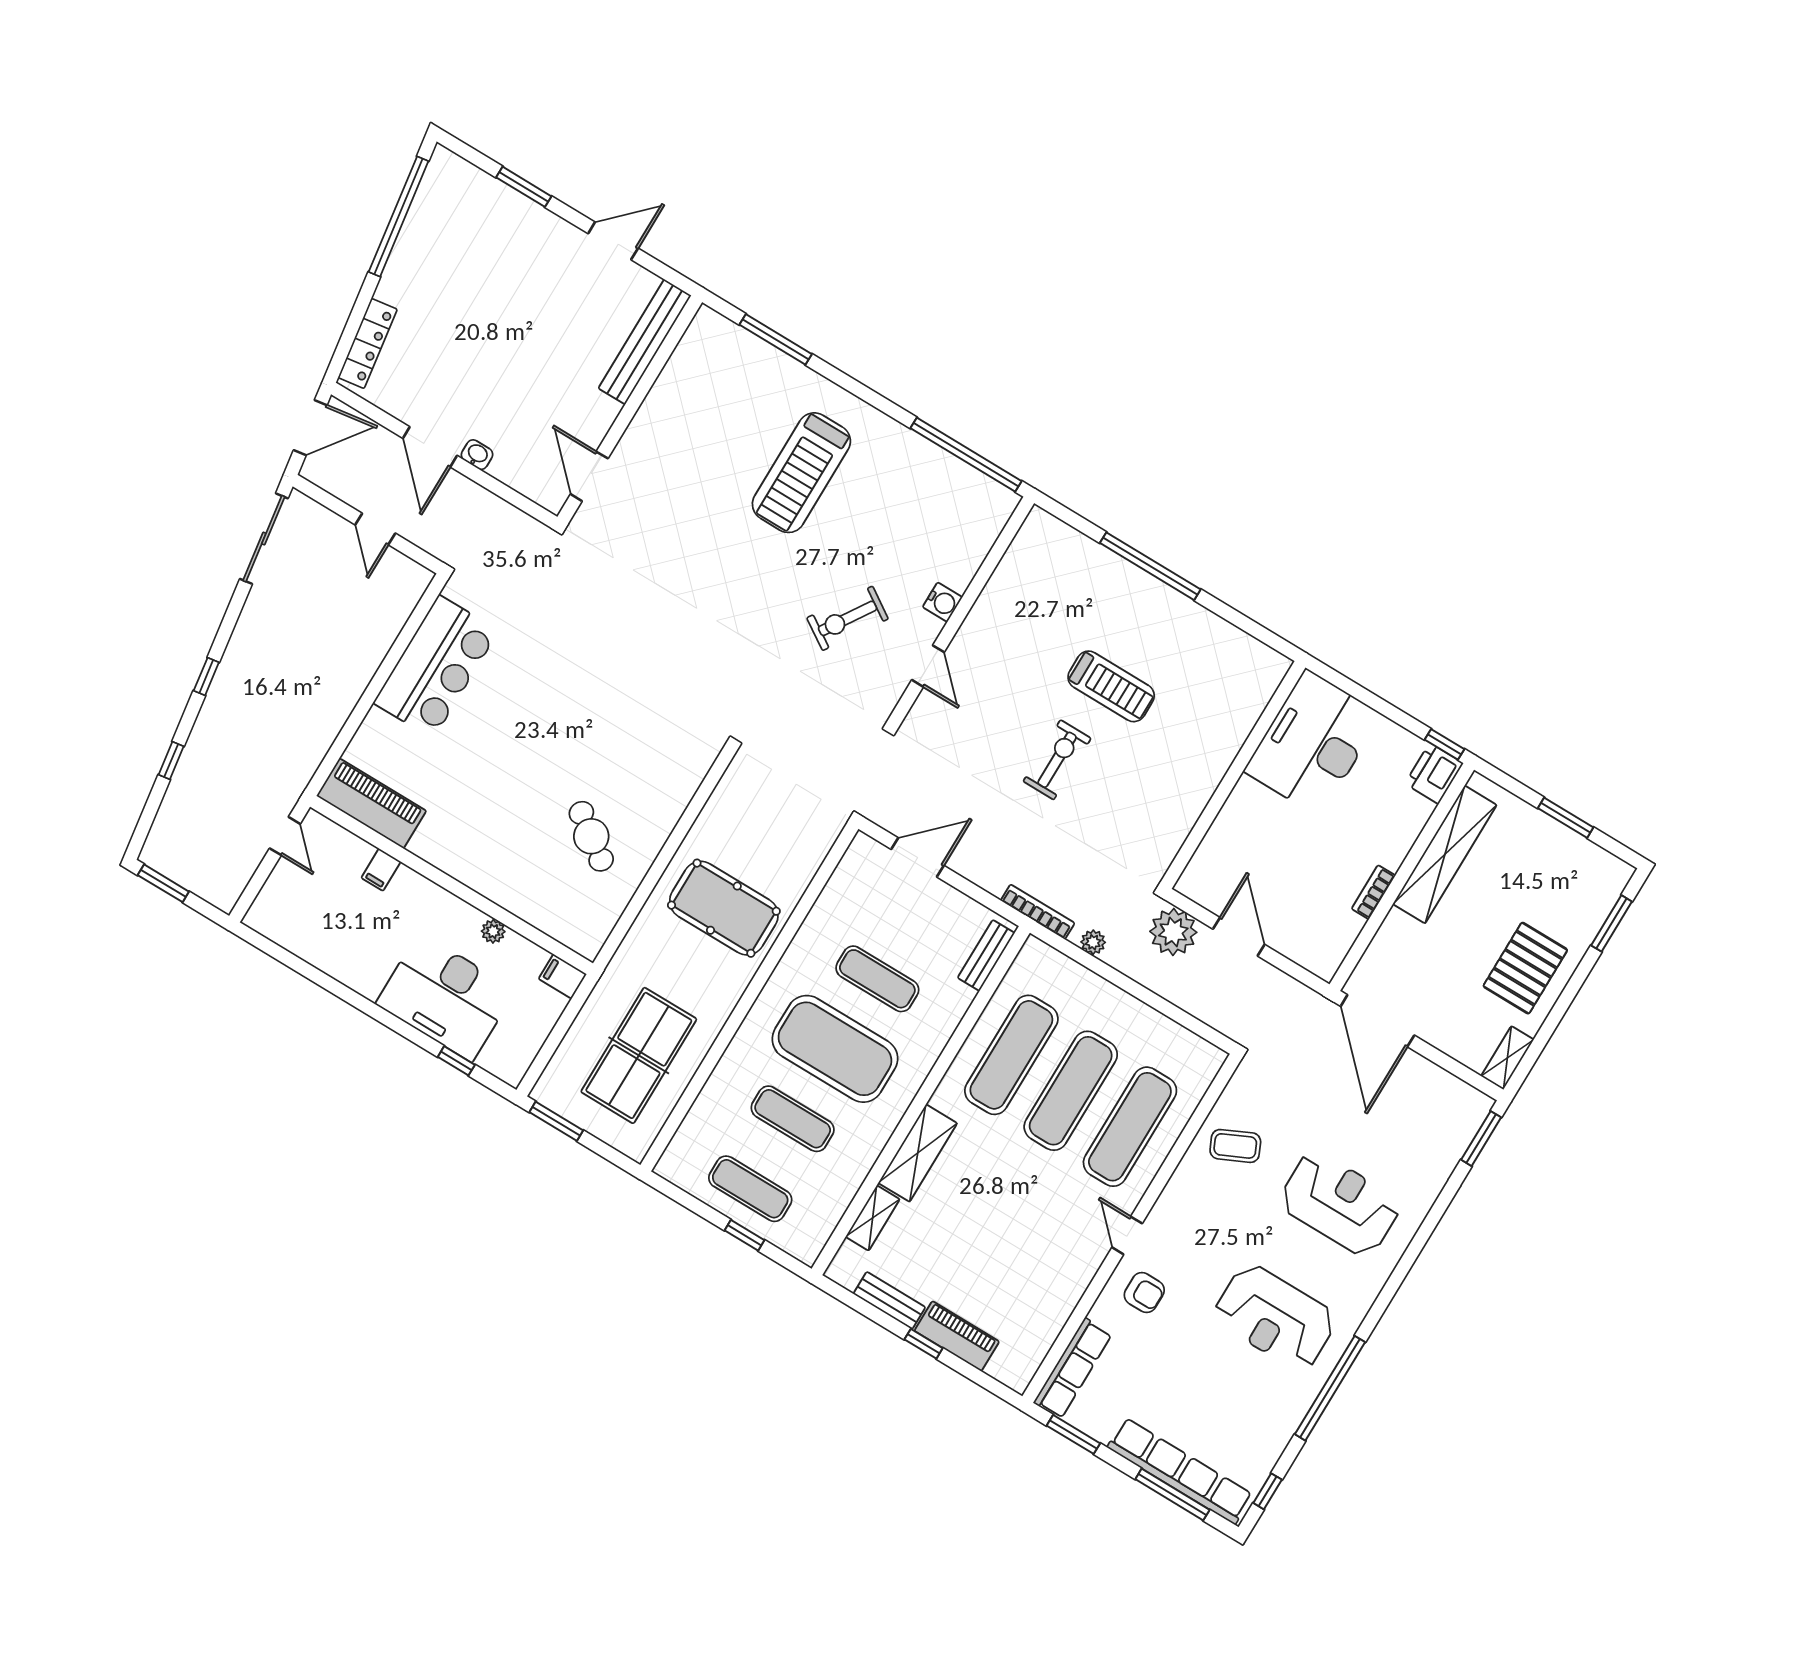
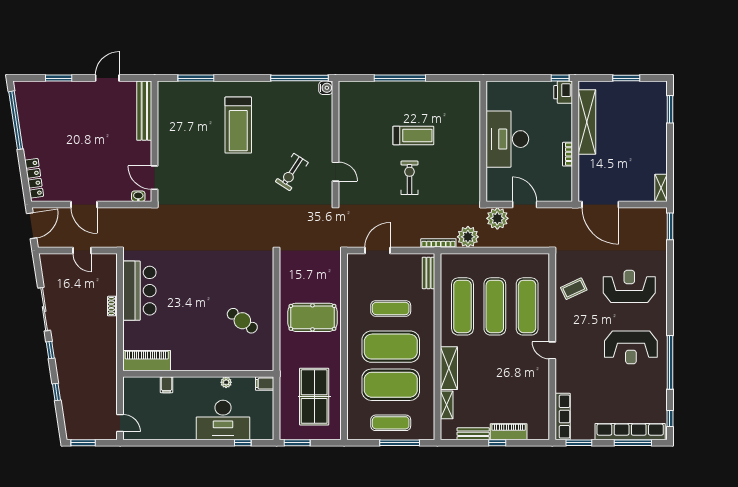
washbasin: (477, 455) -> (138, 196), moved
sliding door: (264, 539) -> (44, 309), moved
water cooler: (943, 602) -> (326, 88), moved
shoe rack: (369, 665) -> (112, 306), added
desk: (1313, 743) -> (507, 139), moved
door: (285, 836) -> (120, 423), moved
plant: (1093, 942) -> (468, 237), width x1.87, depth x1.87
pallet: (1525, 968) -> (646, 148), removed
exercise mat: (793, 1119) -> (391, 385), width x2.00, depth x1.45
window: (744, 1235) -> (400, 443), width x2.17
armchair: (1144, 1293) -> (573, 369), removed

